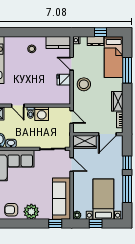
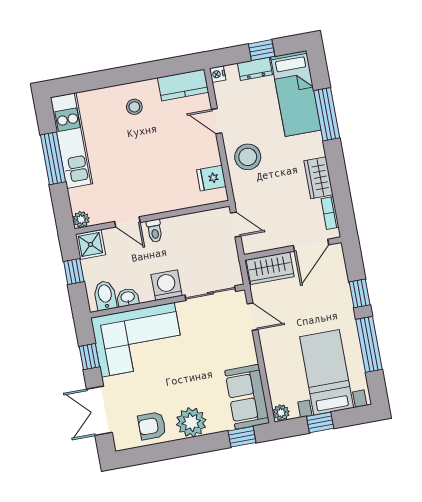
fridge: (64, 80) -> (211, 178), moved
washing machine: (42, 114) -> (167, 285), moved, turned 180
sofa: (61, 199) -> (247, 397), width x0.73

